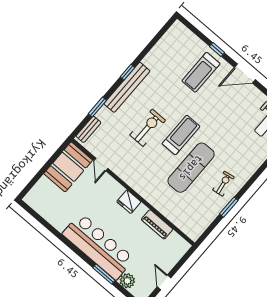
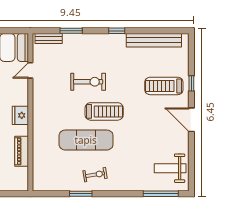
bench: (127, 87) -> (154, 40), moved

